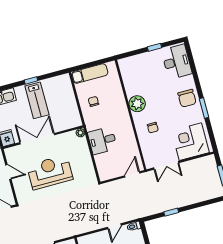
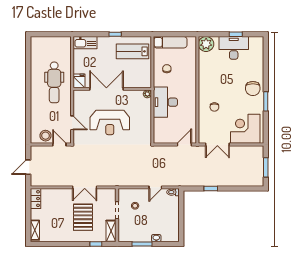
desk: (177, 62) -> (234, 48), moved, turned -90
lab bench: (37, 100) -> (133, 51), moved, turned 90
plant: (137, 104) -> (206, 44), moved
desk: (102, 140) -> (165, 102), width x1.37
door: (8, 172) -> (72, 123), moved
reception desk: (50, 172) -> (110, 122), turned 180

